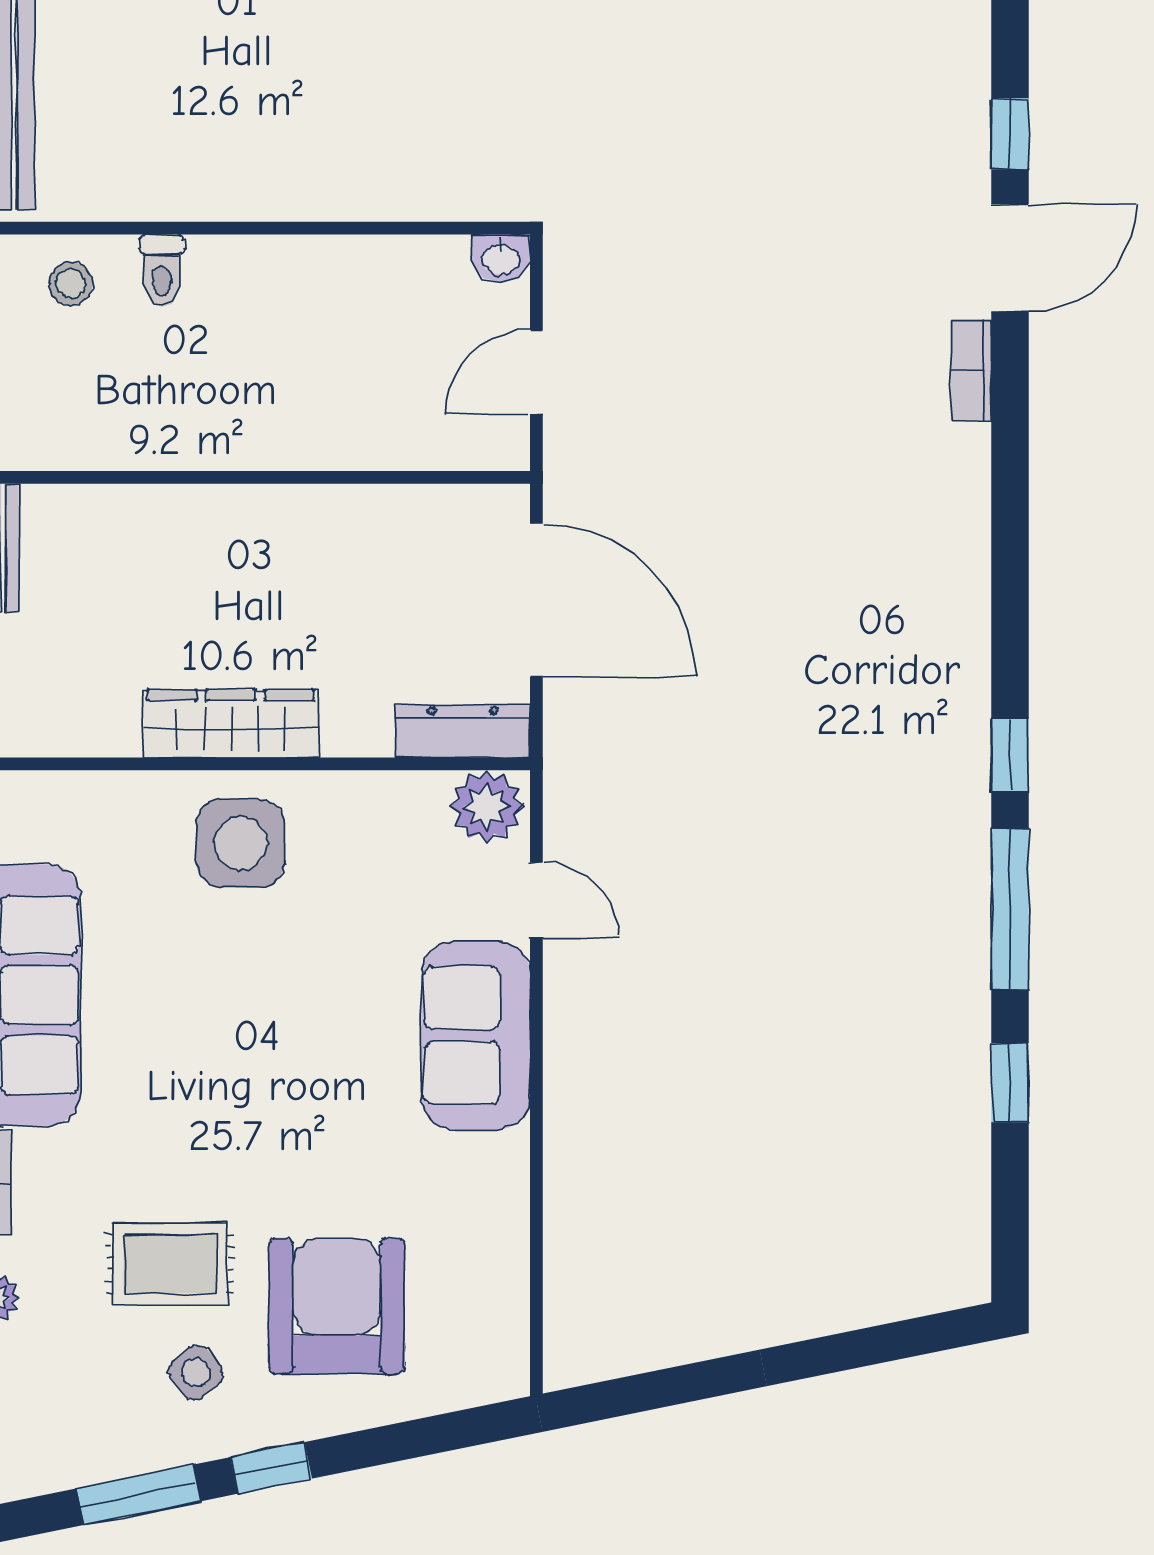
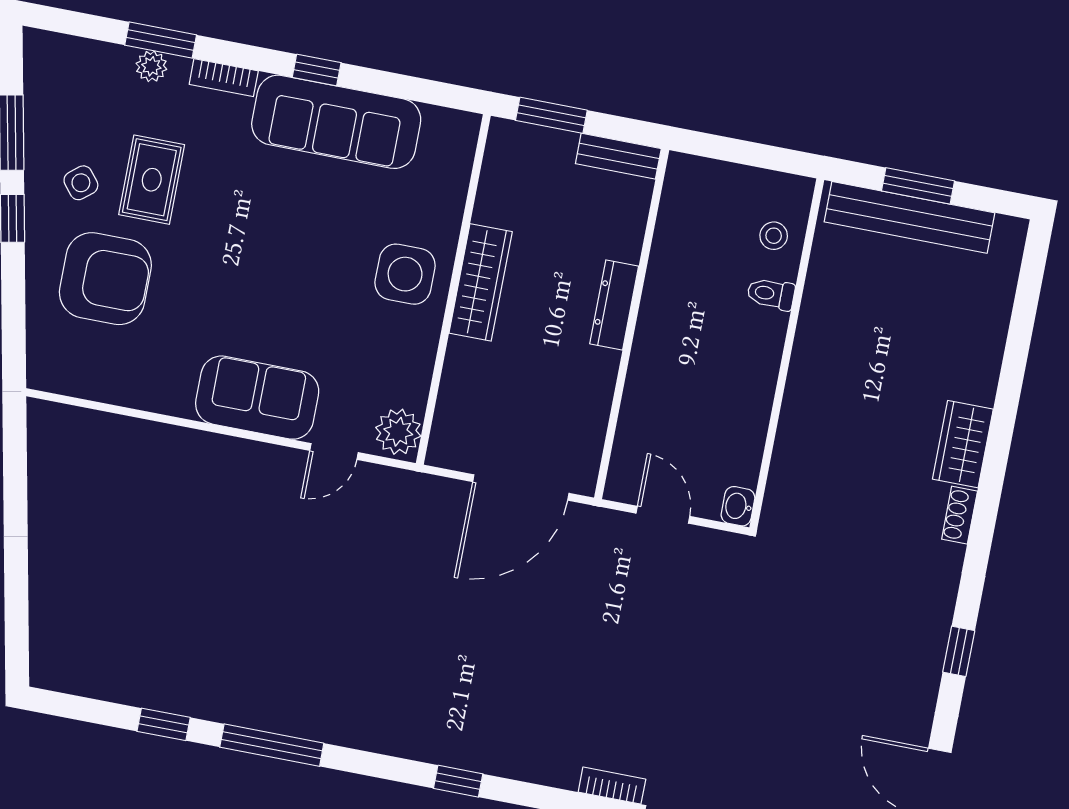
dresser: (463, 731) -> (614, 305), moved, turned 180
window: (1010, 755) -> (458, 781), moved

